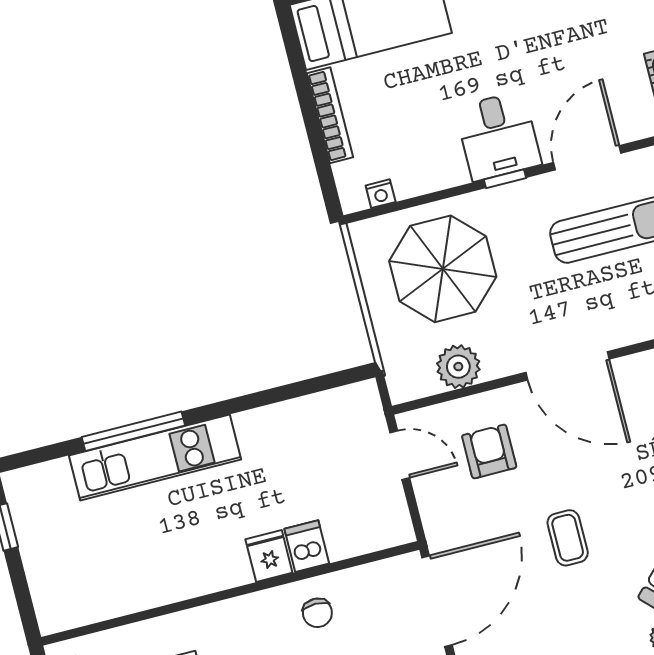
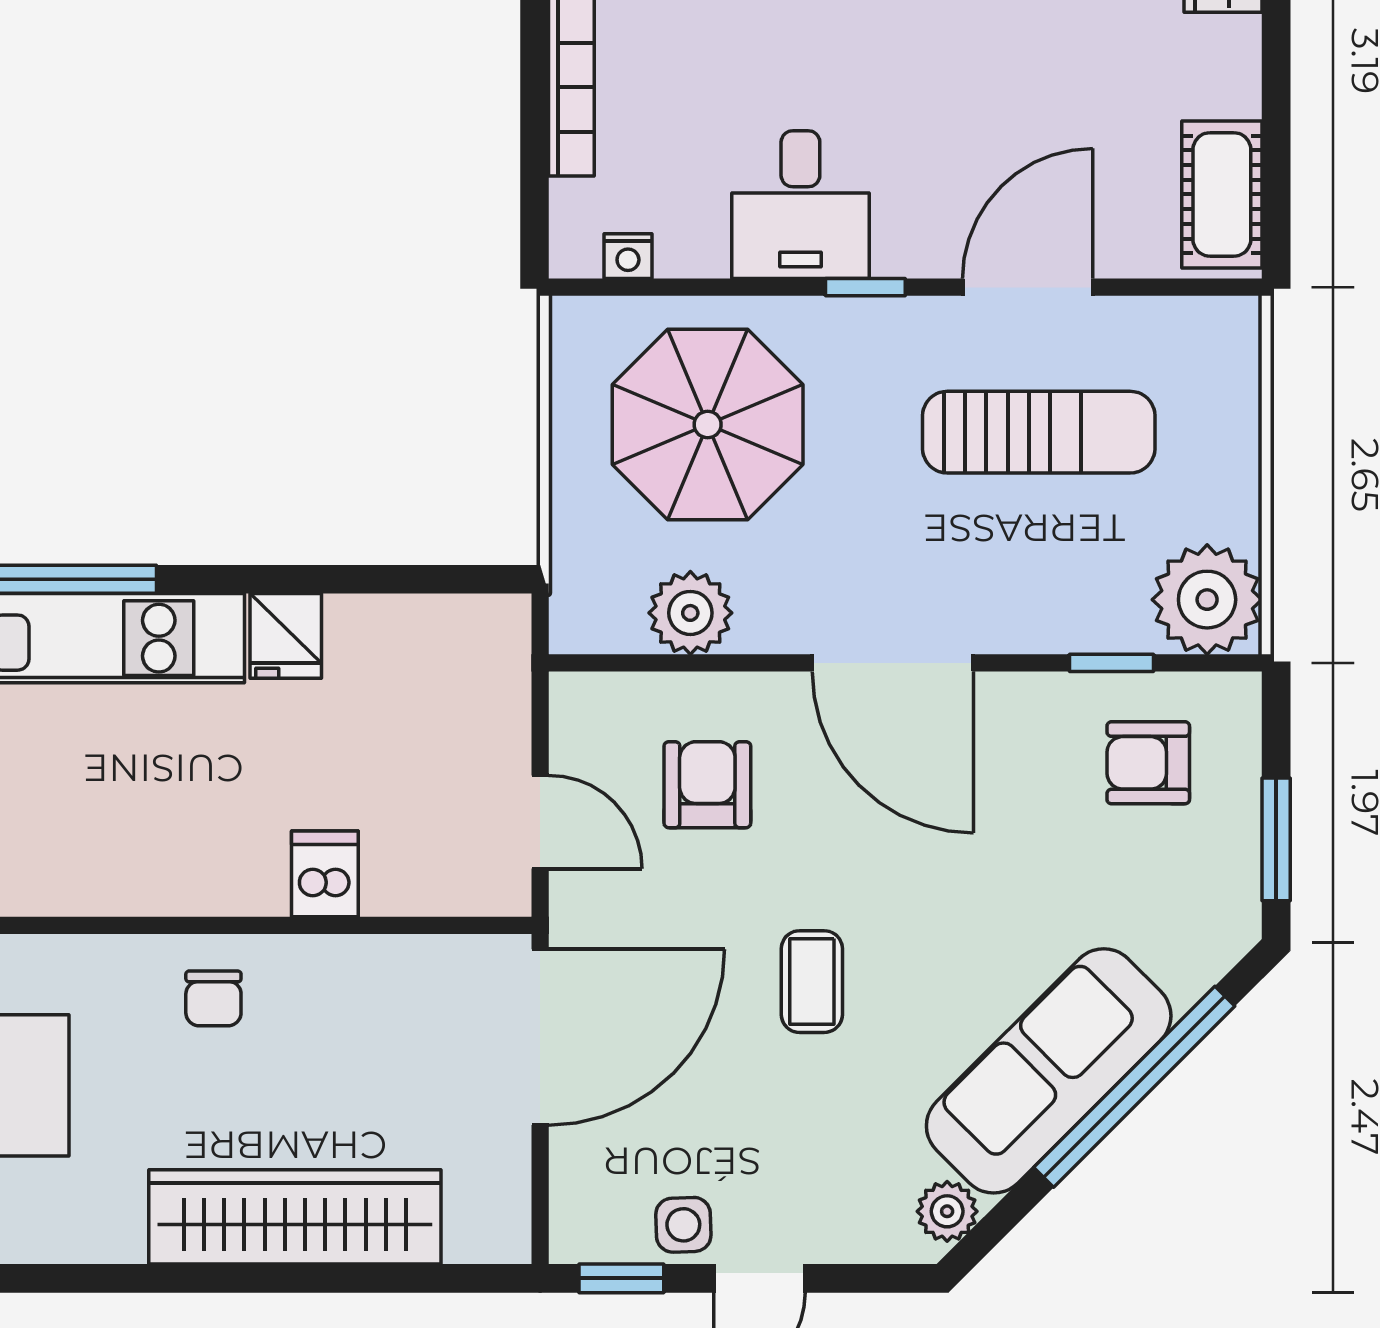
desk: (498, 136) -> (800, 205), moved
door: (400, 455) -> (540, 822), moved
fridge: (269, 556) -> (286, 636), moved, turned 180
chair: (317, 613) -> (213, 998), moved

